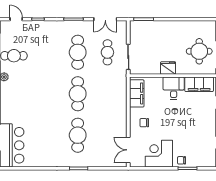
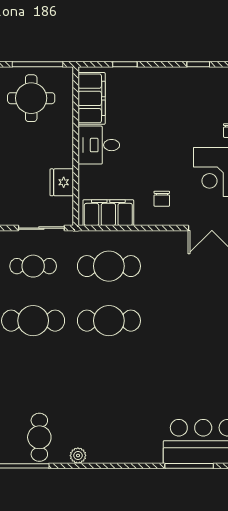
fridge: (168, 68) -> (62, 182), moved
cafe table: (78, 135) -> (109, 266), moved

